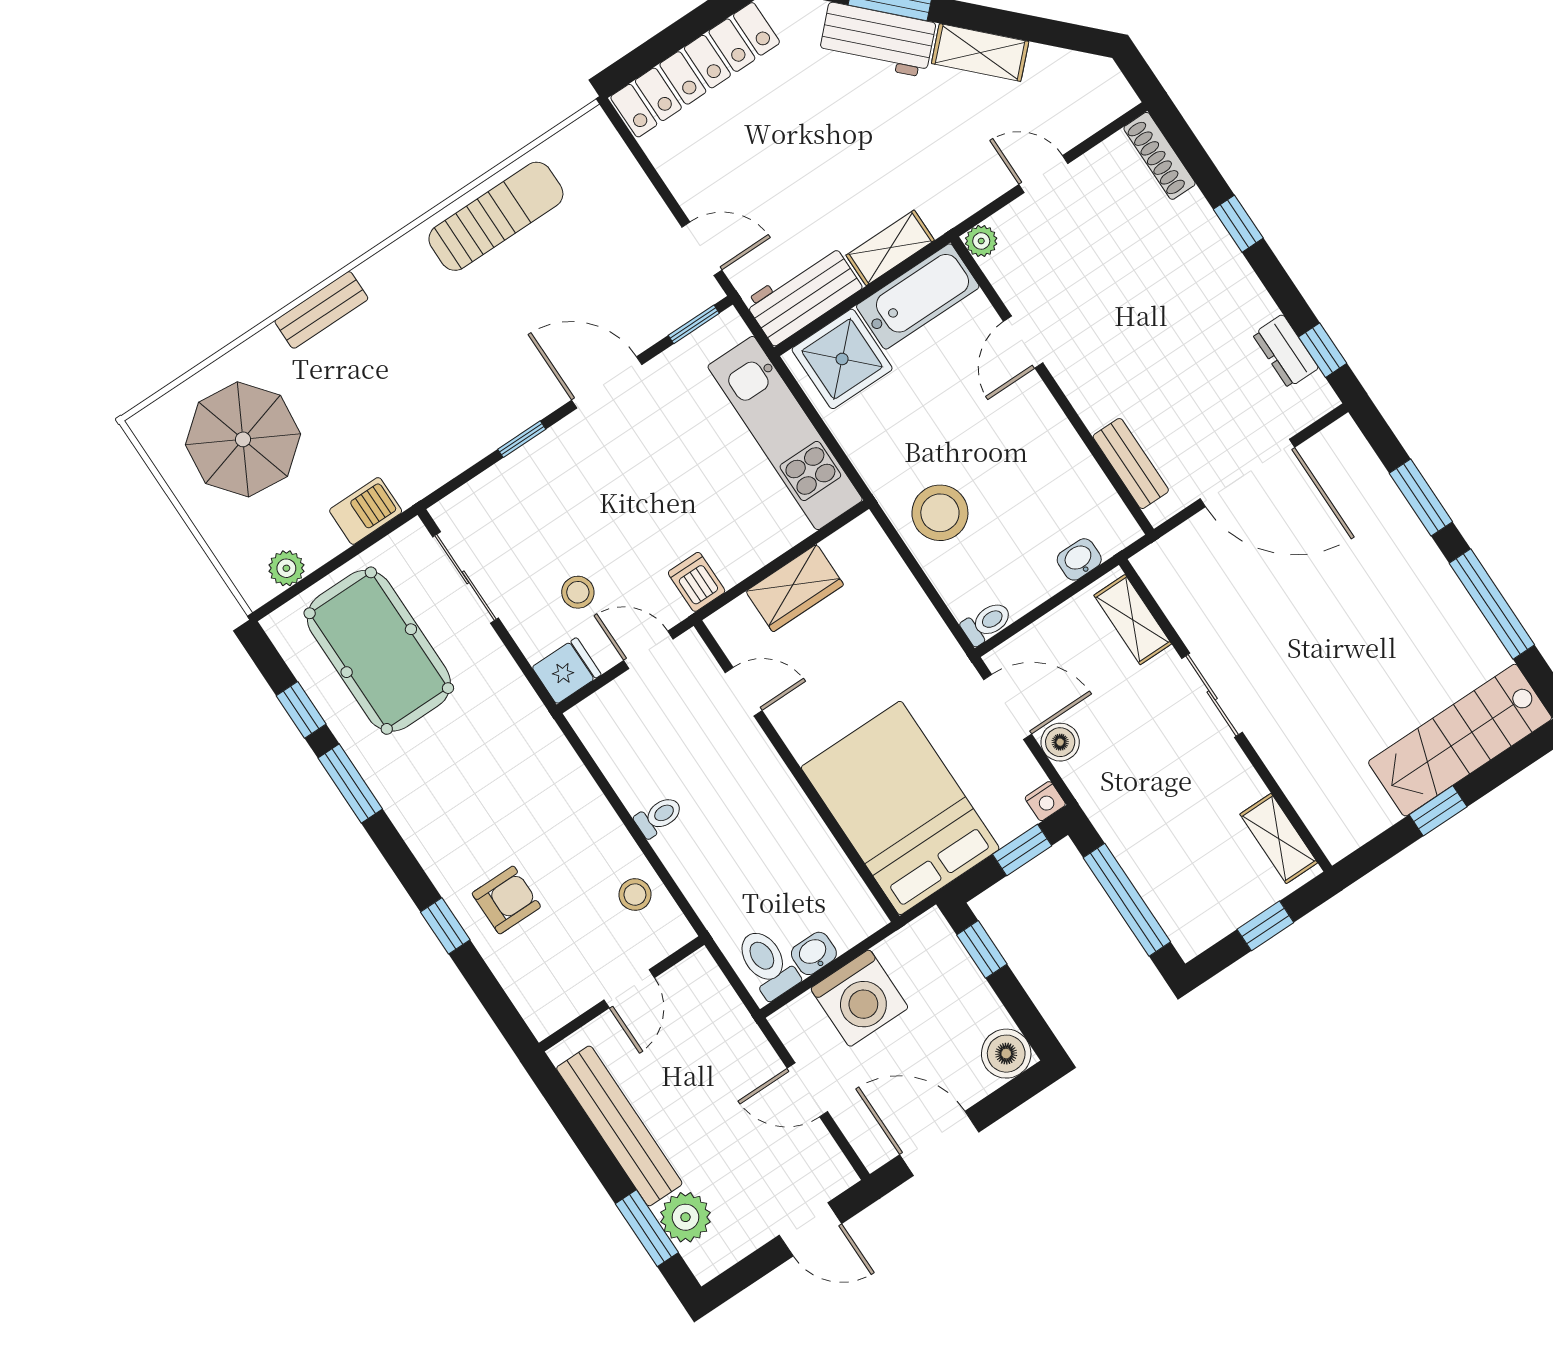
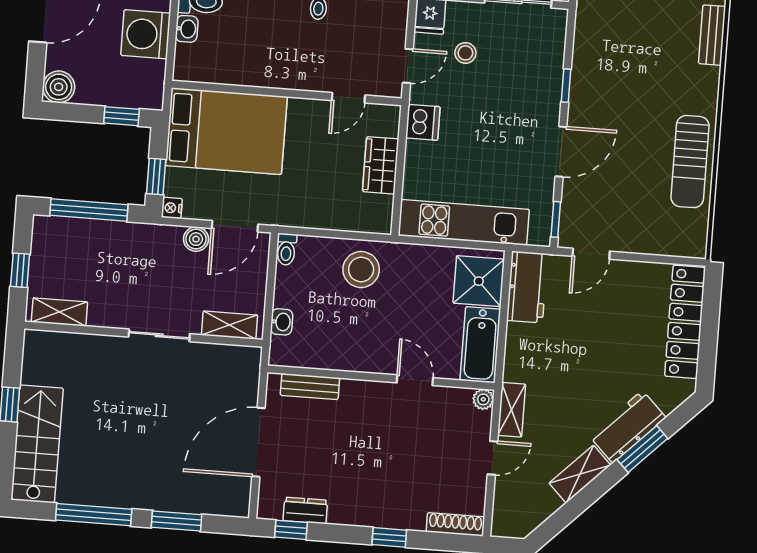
shelving: (890, 248) -> (512, 410), moved
dishwasher: (697, 582) -> (423, 122), width x1.38

